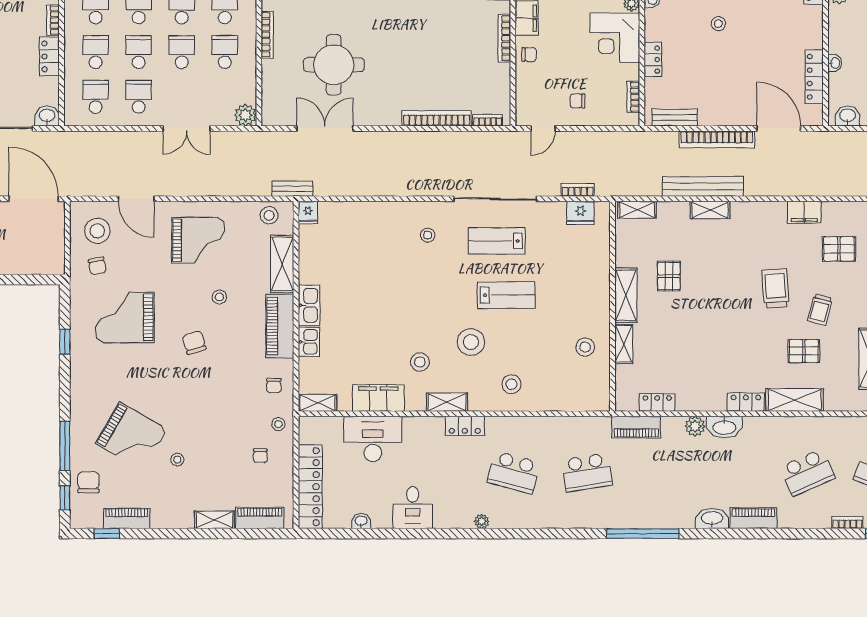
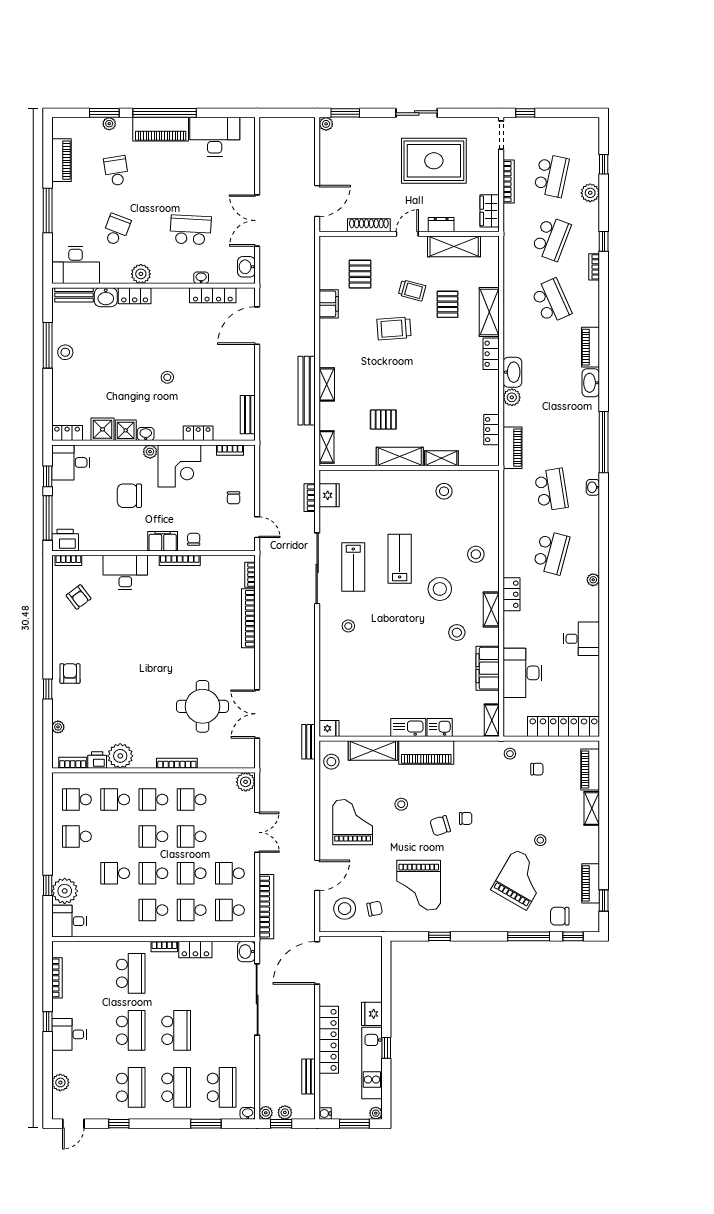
bookcase: (717, 139) -> (266, 907), moved
chair: (274, 386) -> (466, 818), moved
washbasin: (361, 521) -> (593, 487), moved

